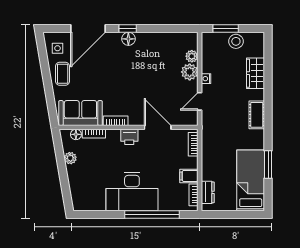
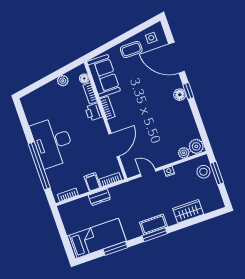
stool: (236, 41) -> (203, 172), moved
plant: (190, 72) -> (196, 146), moved
window: (268, 118) -> (155, 235), added
printer: (129, 137) -> (94, 112), moved
filing cabinet: (189, 176) -> (92, 182), moved
dresser: (208, 192) -> (99, 197), moved

